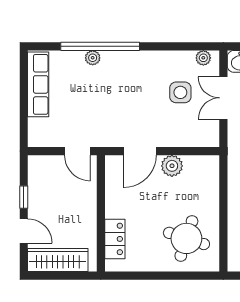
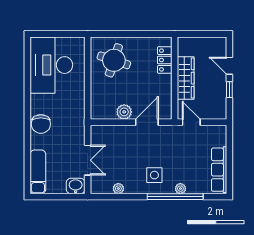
plant: (203, 58) -> (118, 188), moved
side table: (180, 92) -> (154, 175), moved
wardrobe: (58, 260) -> (186, 78), moved, turned -90

